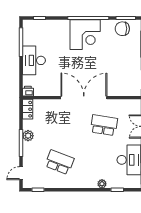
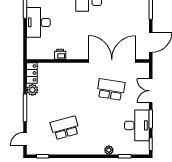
printer: (28, 91) -> (60, 54), moved
double door: (84, 98) -> (112, 61), moved
plant: (28, 136) -> (32, 90), moved
school desk: (59, 162) -> (65, 128), turned -36

